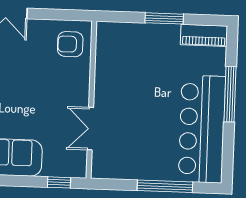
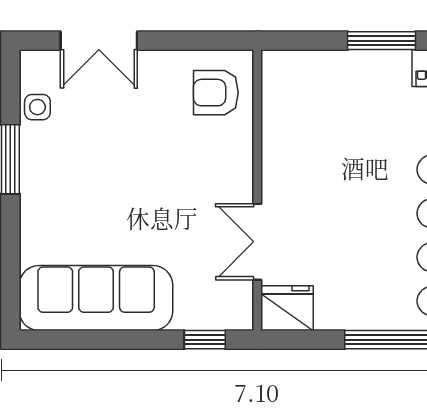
fridge: (106, 166) -> (287, 308), added

